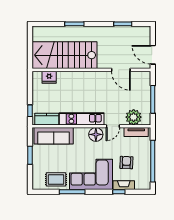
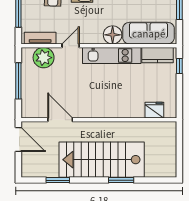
stairs: (64, 55) -> (102, 160), moved, turned 180
floor lamp: (96, 134) -> (113, 35), moved

